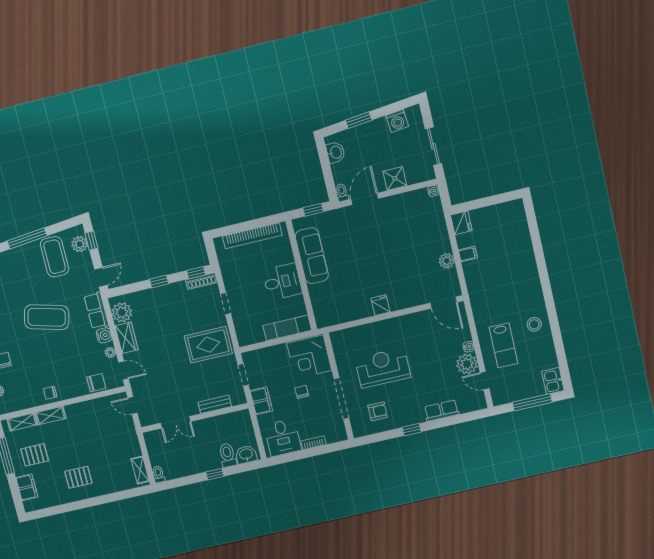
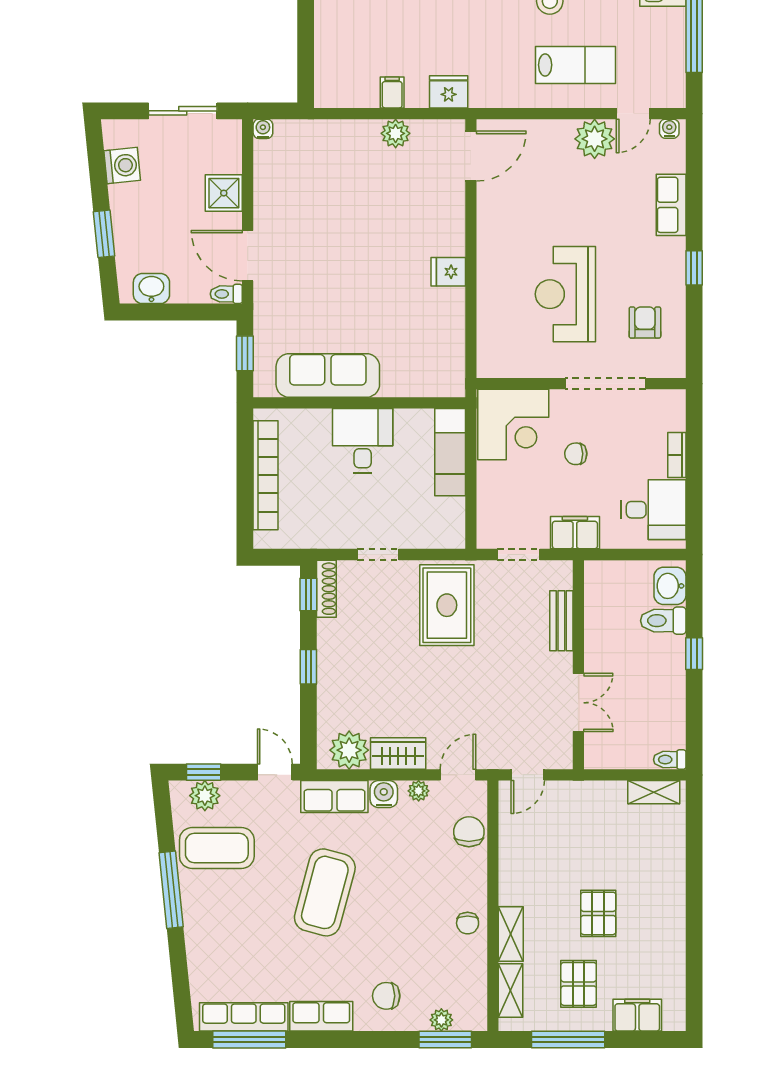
fridge: (461, 223) -> (449, 92), moved
water cooler: (469, 347) -> (669, 129), moved
pallet: (78, 477) -> (598, 913), moved

